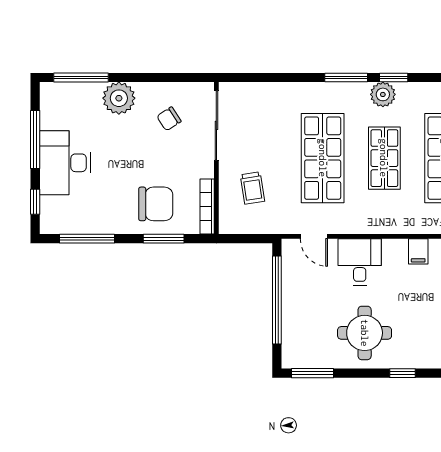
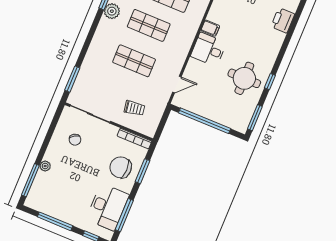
window: (346, 78) -> (72, 79), moved
plant: (119, 98) -> (45, 166), width x0.53, depth x0.53
shop shelf: (323, 158) -> (134, 61), width x0.70, depth x0.74
desk: (65, 163) -> (108, 207), moved, turned -90
chair: (156, 204) -> (121, 167), turned -90
desk: (360, 262) -> (209, 50), moved
window: (403, 373) -> (270, 82), moved

